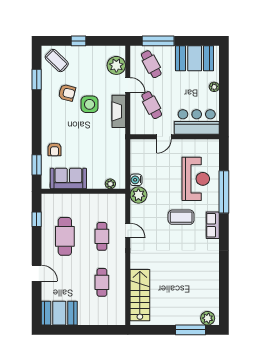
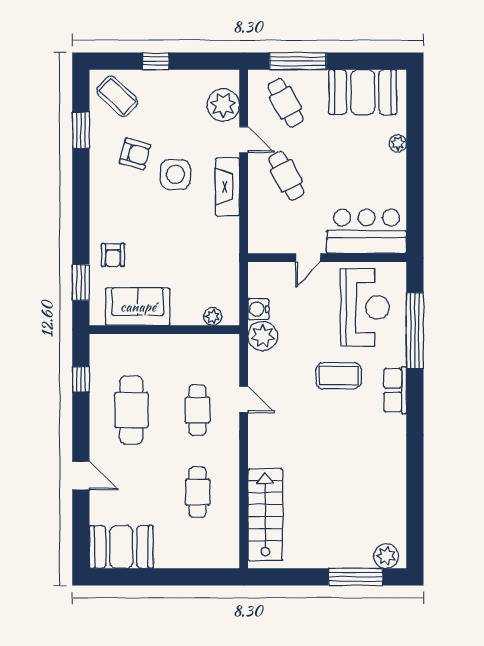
bar counter: (197, 122) -> (367, 231), moved
door: (164, 137) -> (308, 258), moved
wall: (175, 137) -> (327, 258), moved

